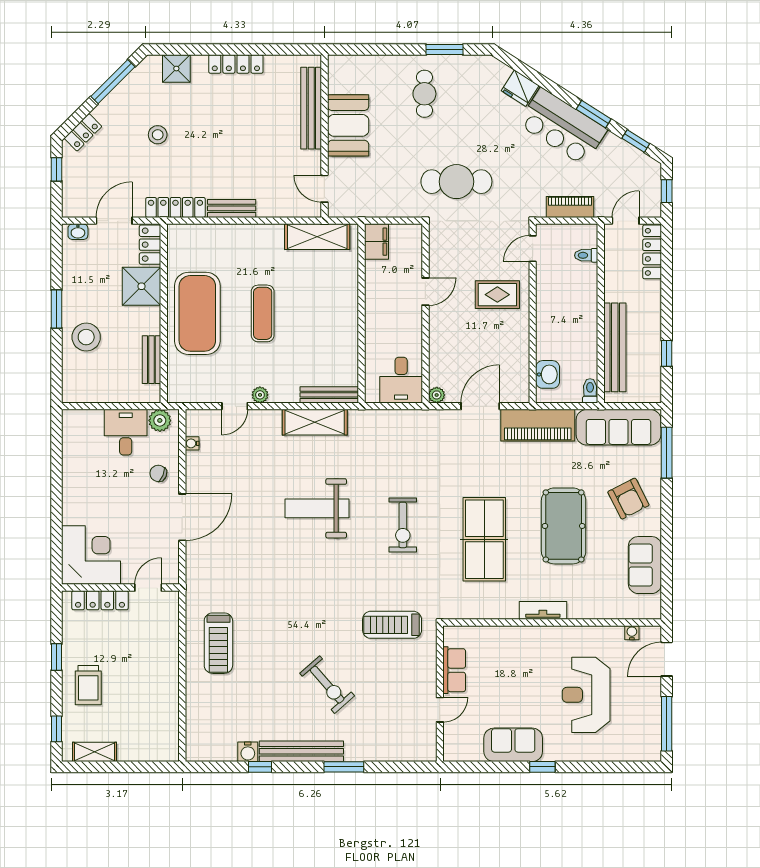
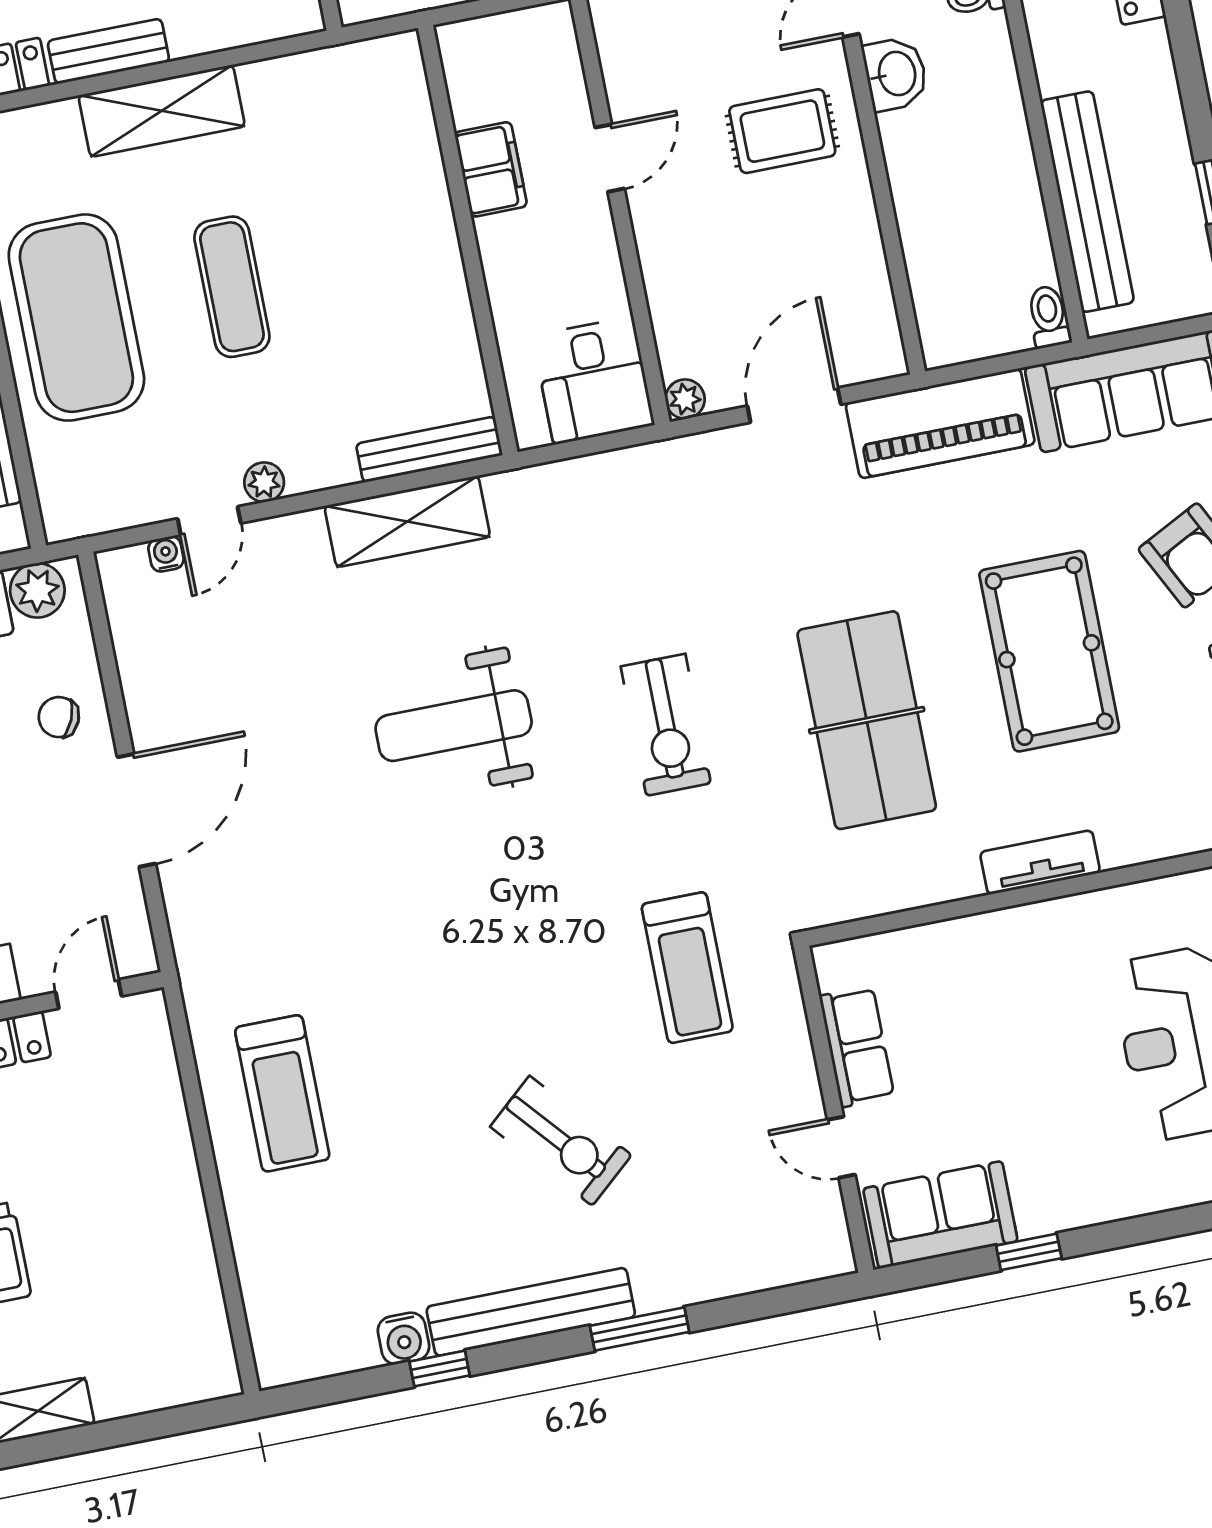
shelving: (317, 237) -> (162, 111), moved
filing cabinet: (377, 242) -> (491, 169), moved
washbasin: (548, 374) -> (895, 74), moved
water cooler: (192, 443) -> (166, 554), moved, turned 90
treadmill: (392, 625) -> (687, 968), turned -90
door: (440, 710) -> (841, 1147), swing flipped
sofa: (513, 745) -> (940, 1215), moved
window: (542, 767) -> (1029, 1252), moved

